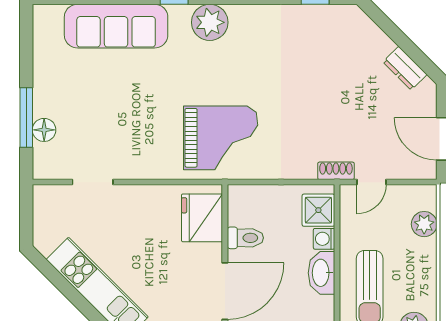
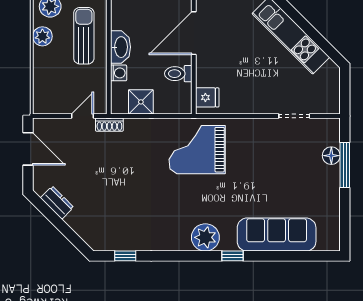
shower: (318, 210) -> (141, 102), moved
fridge: (202, 218) -> (207, 97), width x0.53, depth x0.75
plant: (424, 224) -> (42, 36), moved

